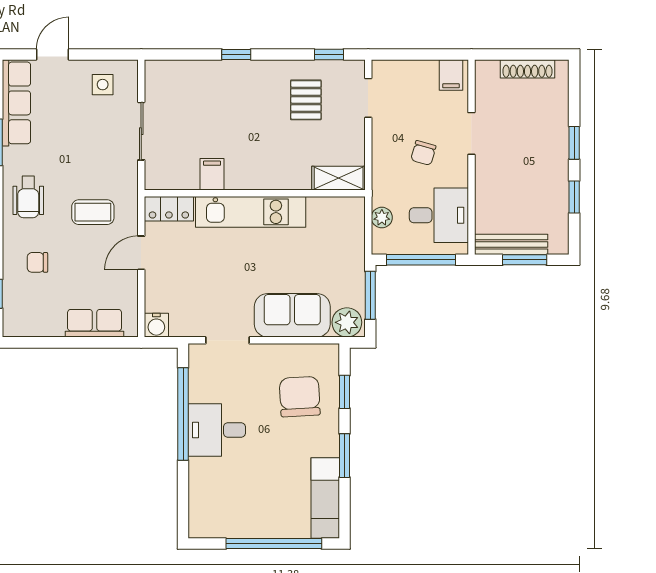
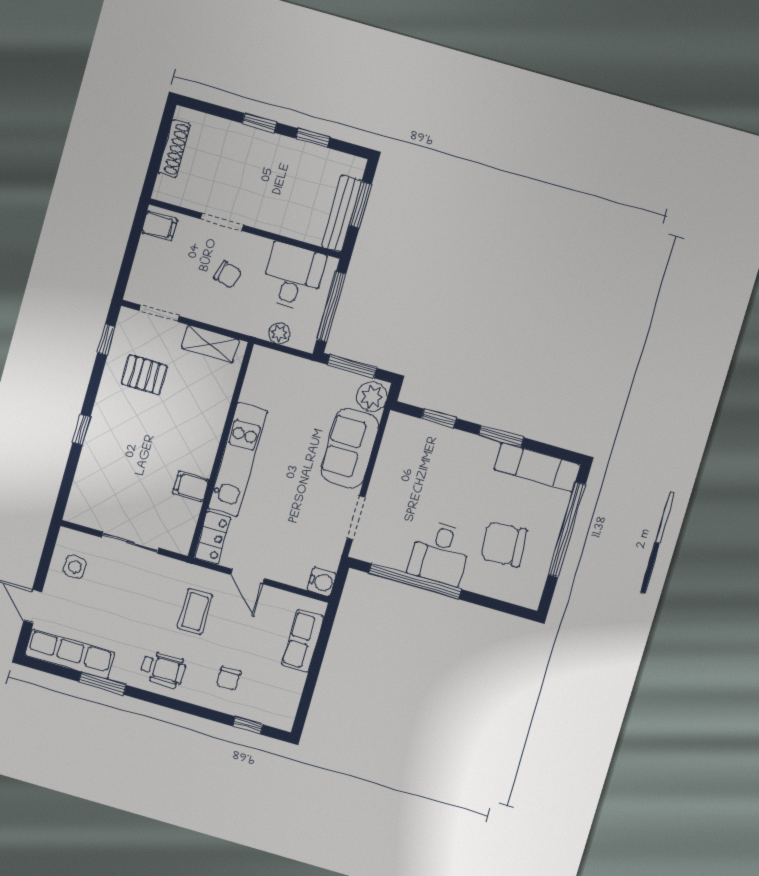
shelving: (339, 178) -> (210, 344), moved, turned 90
chair: (300, 397) -> (504, 544), moved

